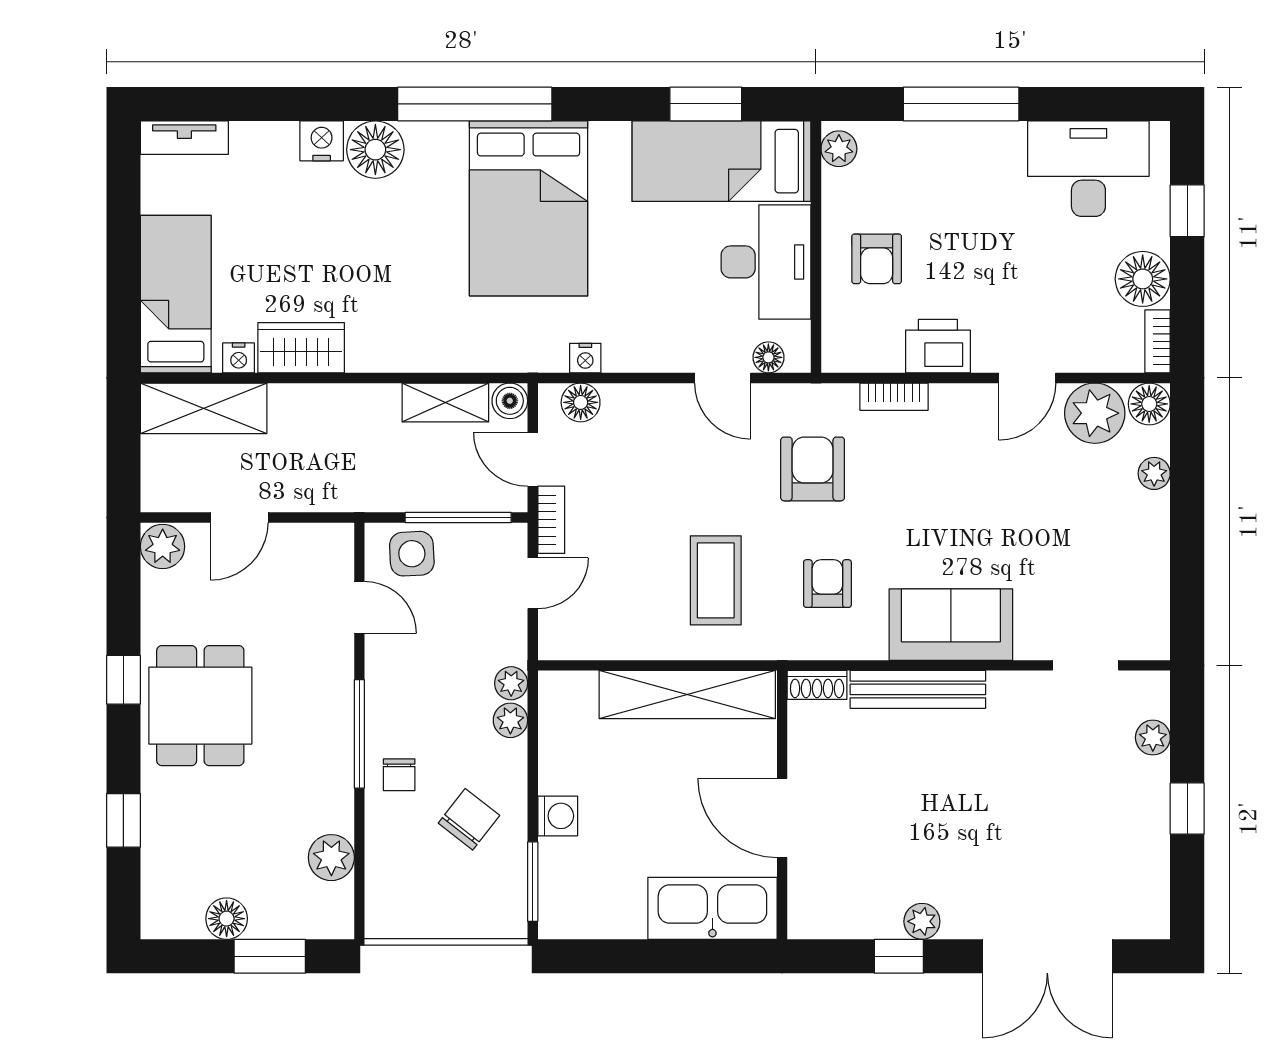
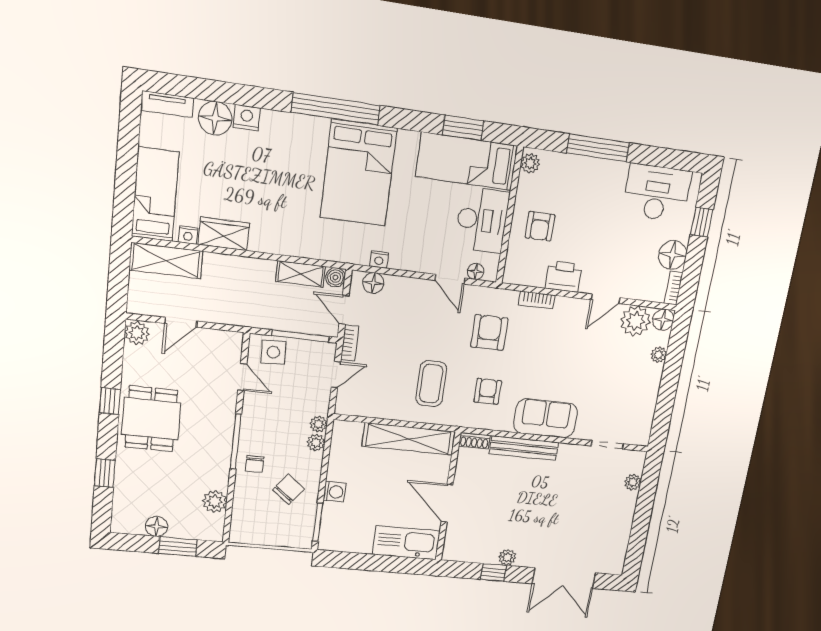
floor lamp: (375, 150) -> (215, 118), moved
window: (1187, 809) -> (642, 517), removed

